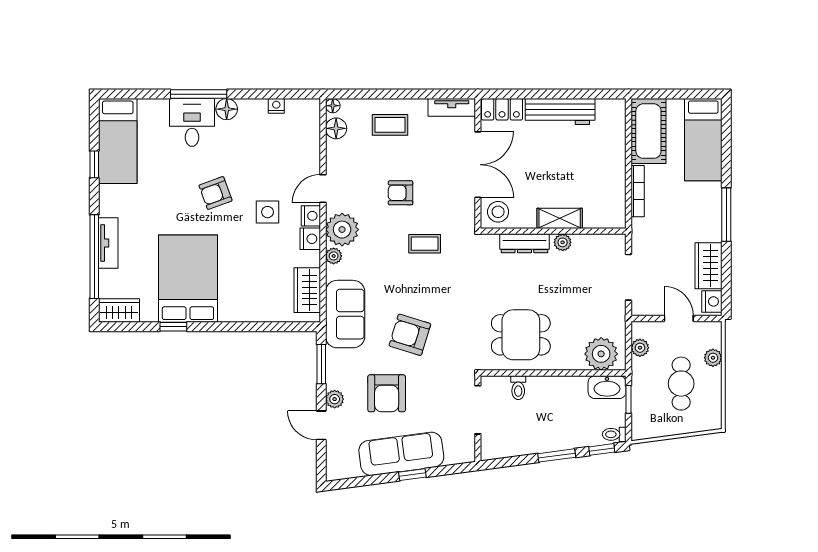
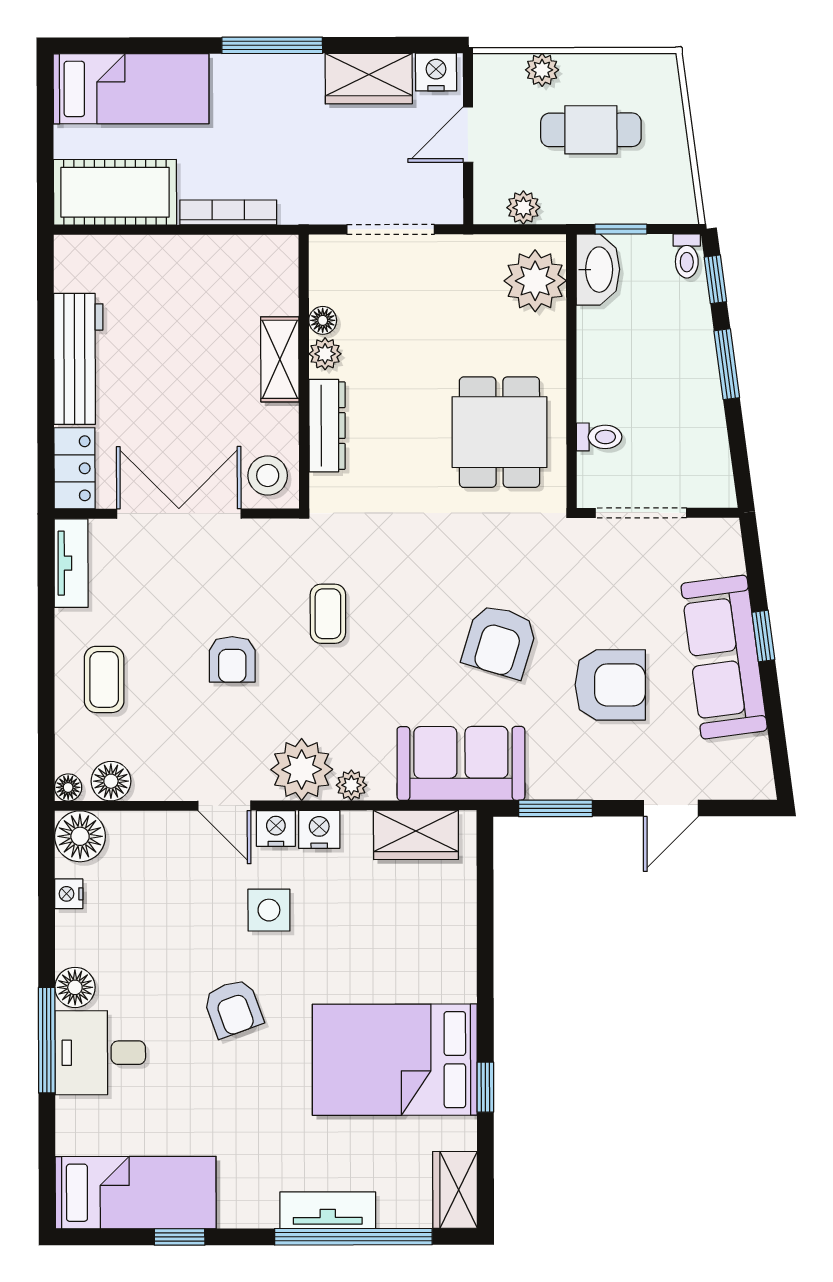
floor lamp: (307, 112) -> (80, 836), added
floor lamp: (580, 241) -> (323, 320), added
plant: (335, 399) -> (621, 783), removed

